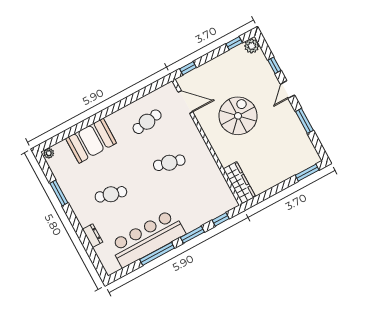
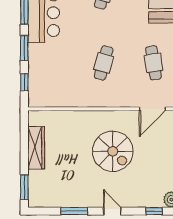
window: (274, 65) -> (154, 211), moved
wardrobe: (239, 183) -> (36, 148), moved, turned -90

